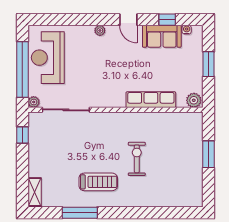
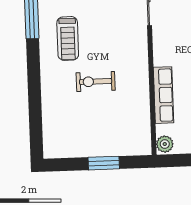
exercise bike: (137, 159) -> (96, 82), turned 180

